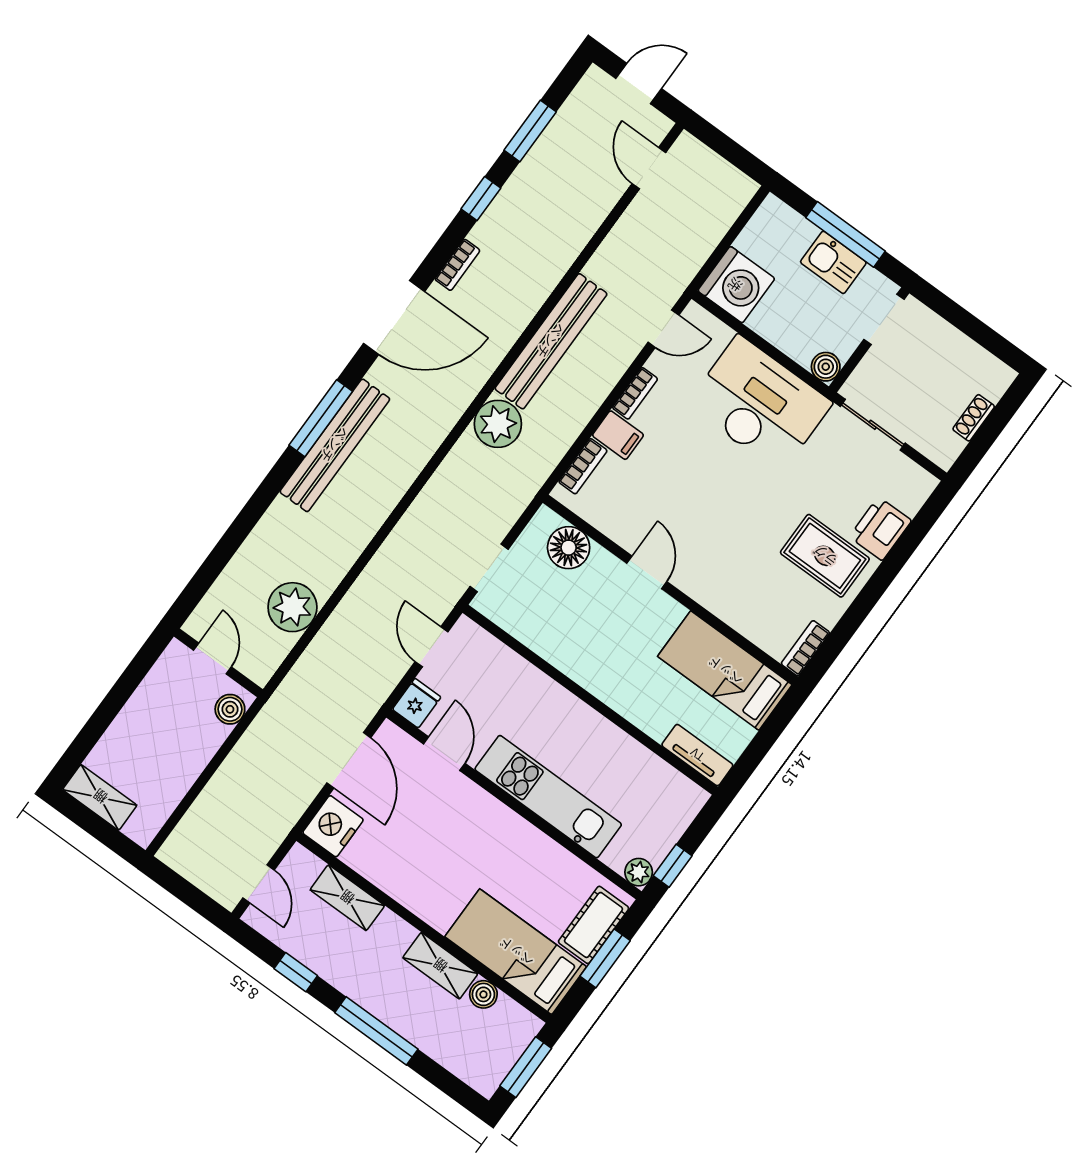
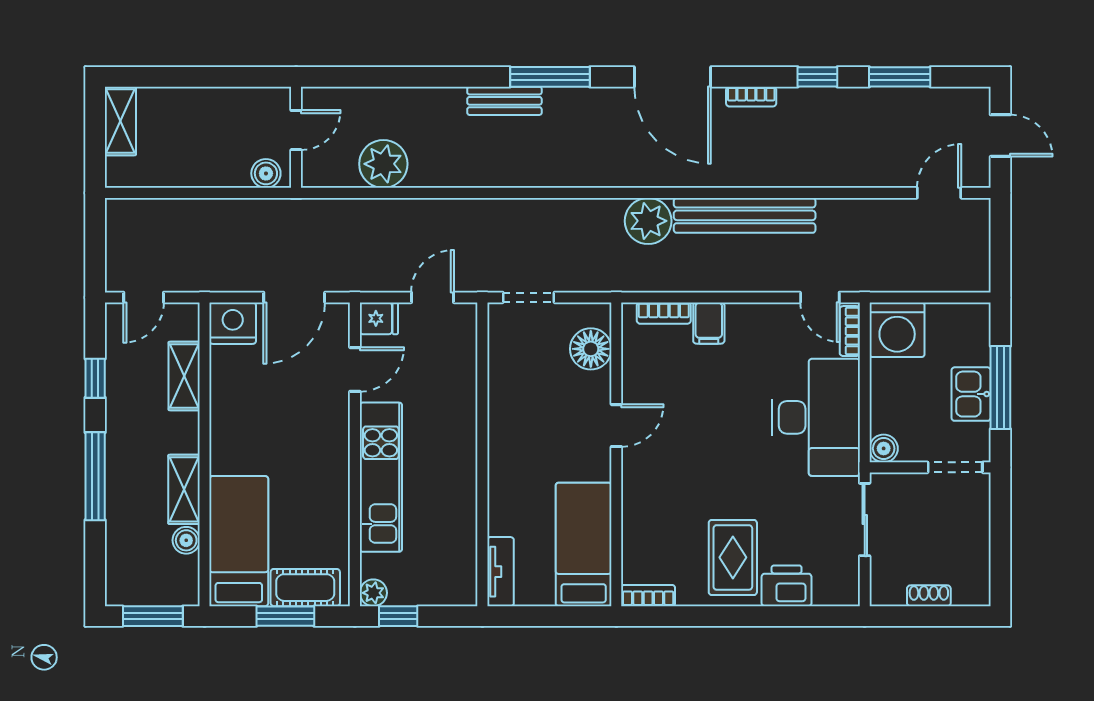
bookcase: (635, 393) -> (850, 331), moved, turned 90
bench: (335, 445) -> (504, 101), width x0.54, depth x0.82

